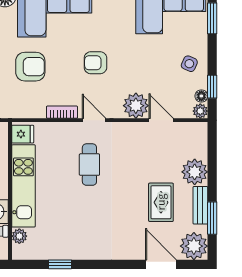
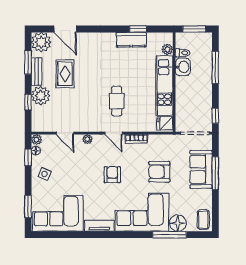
armchair: (95, 63) -> (112, 175), turned -90
plant: (136, 106) -> (87, 139), width x0.53, depth x0.53
window: (212, 163) -> (28, 102), added
kitchen counter: (69, 249) -> (131, 40), added

